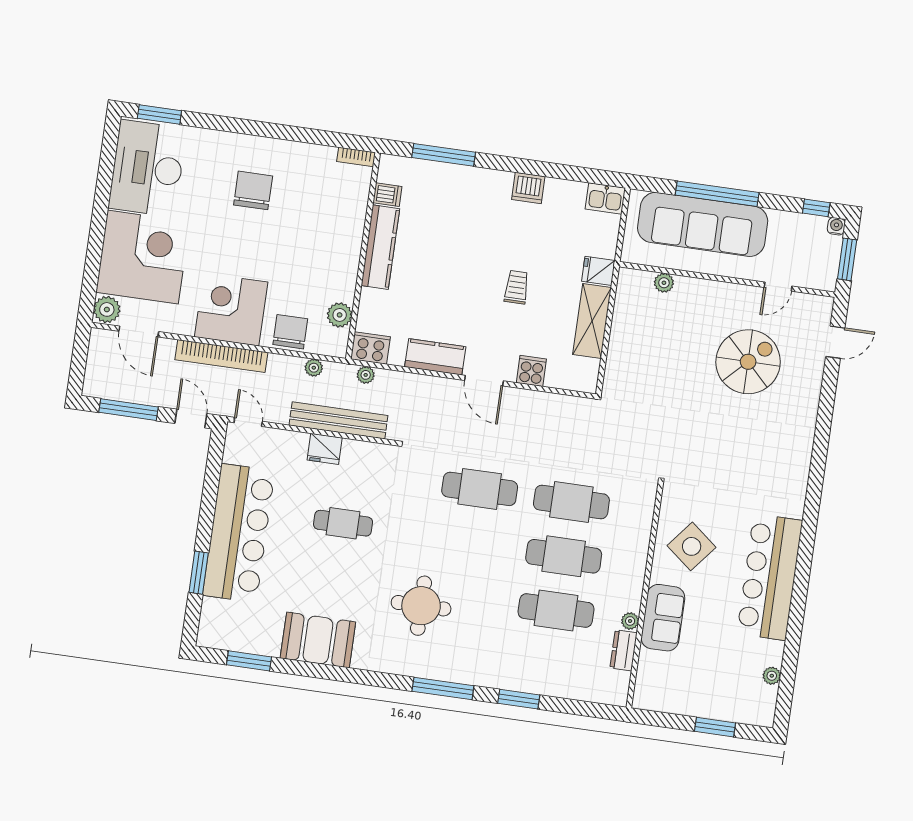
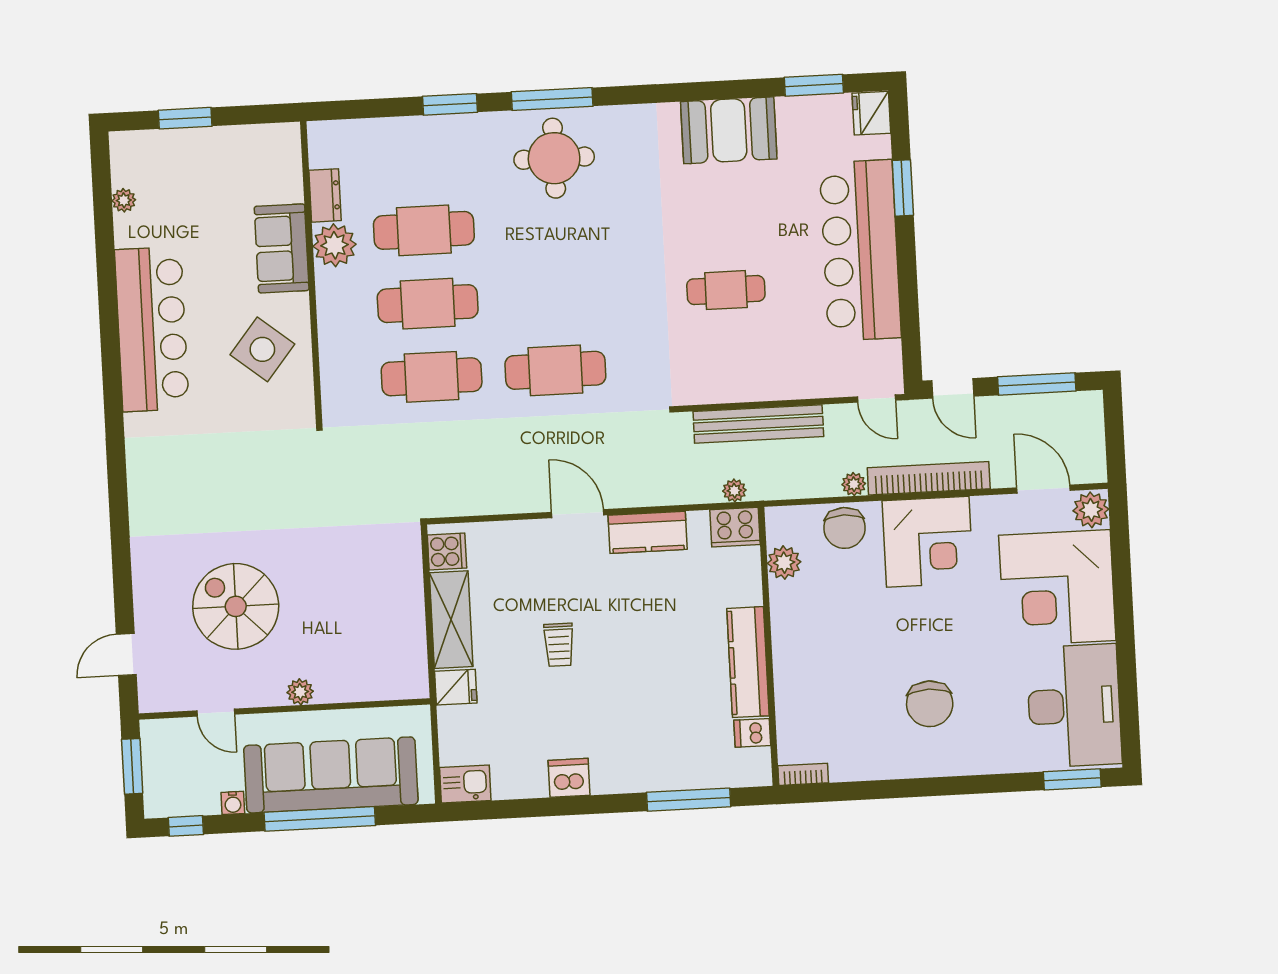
water cooler: (836, 226) -> (233, 803), moved
plant: (664, 283) -> (300, 692), moved
door: (778, 287) -> (216, 713), swing flipped
spiral stairs: (748, 362) -> (236, 606), turned 90
plant: (314, 368) -> (854, 484), moved
cooker: (531, 371) -> (447, 551), moved, turned -90
fridge: (325, 449) -> (871, 113), moved, turned -90
round table: (421, 606) -> (554, 158), moved
plant: (630, 621) -> (335, 245), width x1.87, depth x1.87

